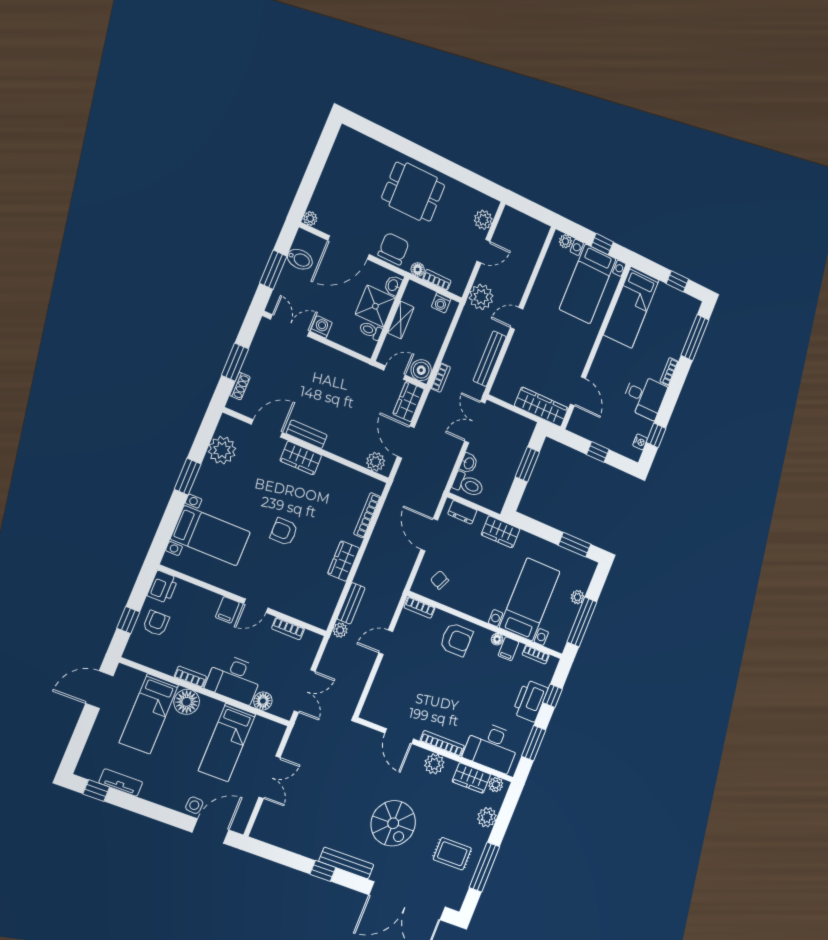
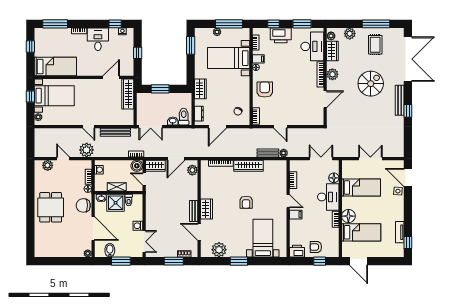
double door: (290, 325) -> (144, 242), swing flipped
wardrobe: (344, 561) -> (248, 166), width x1.50

